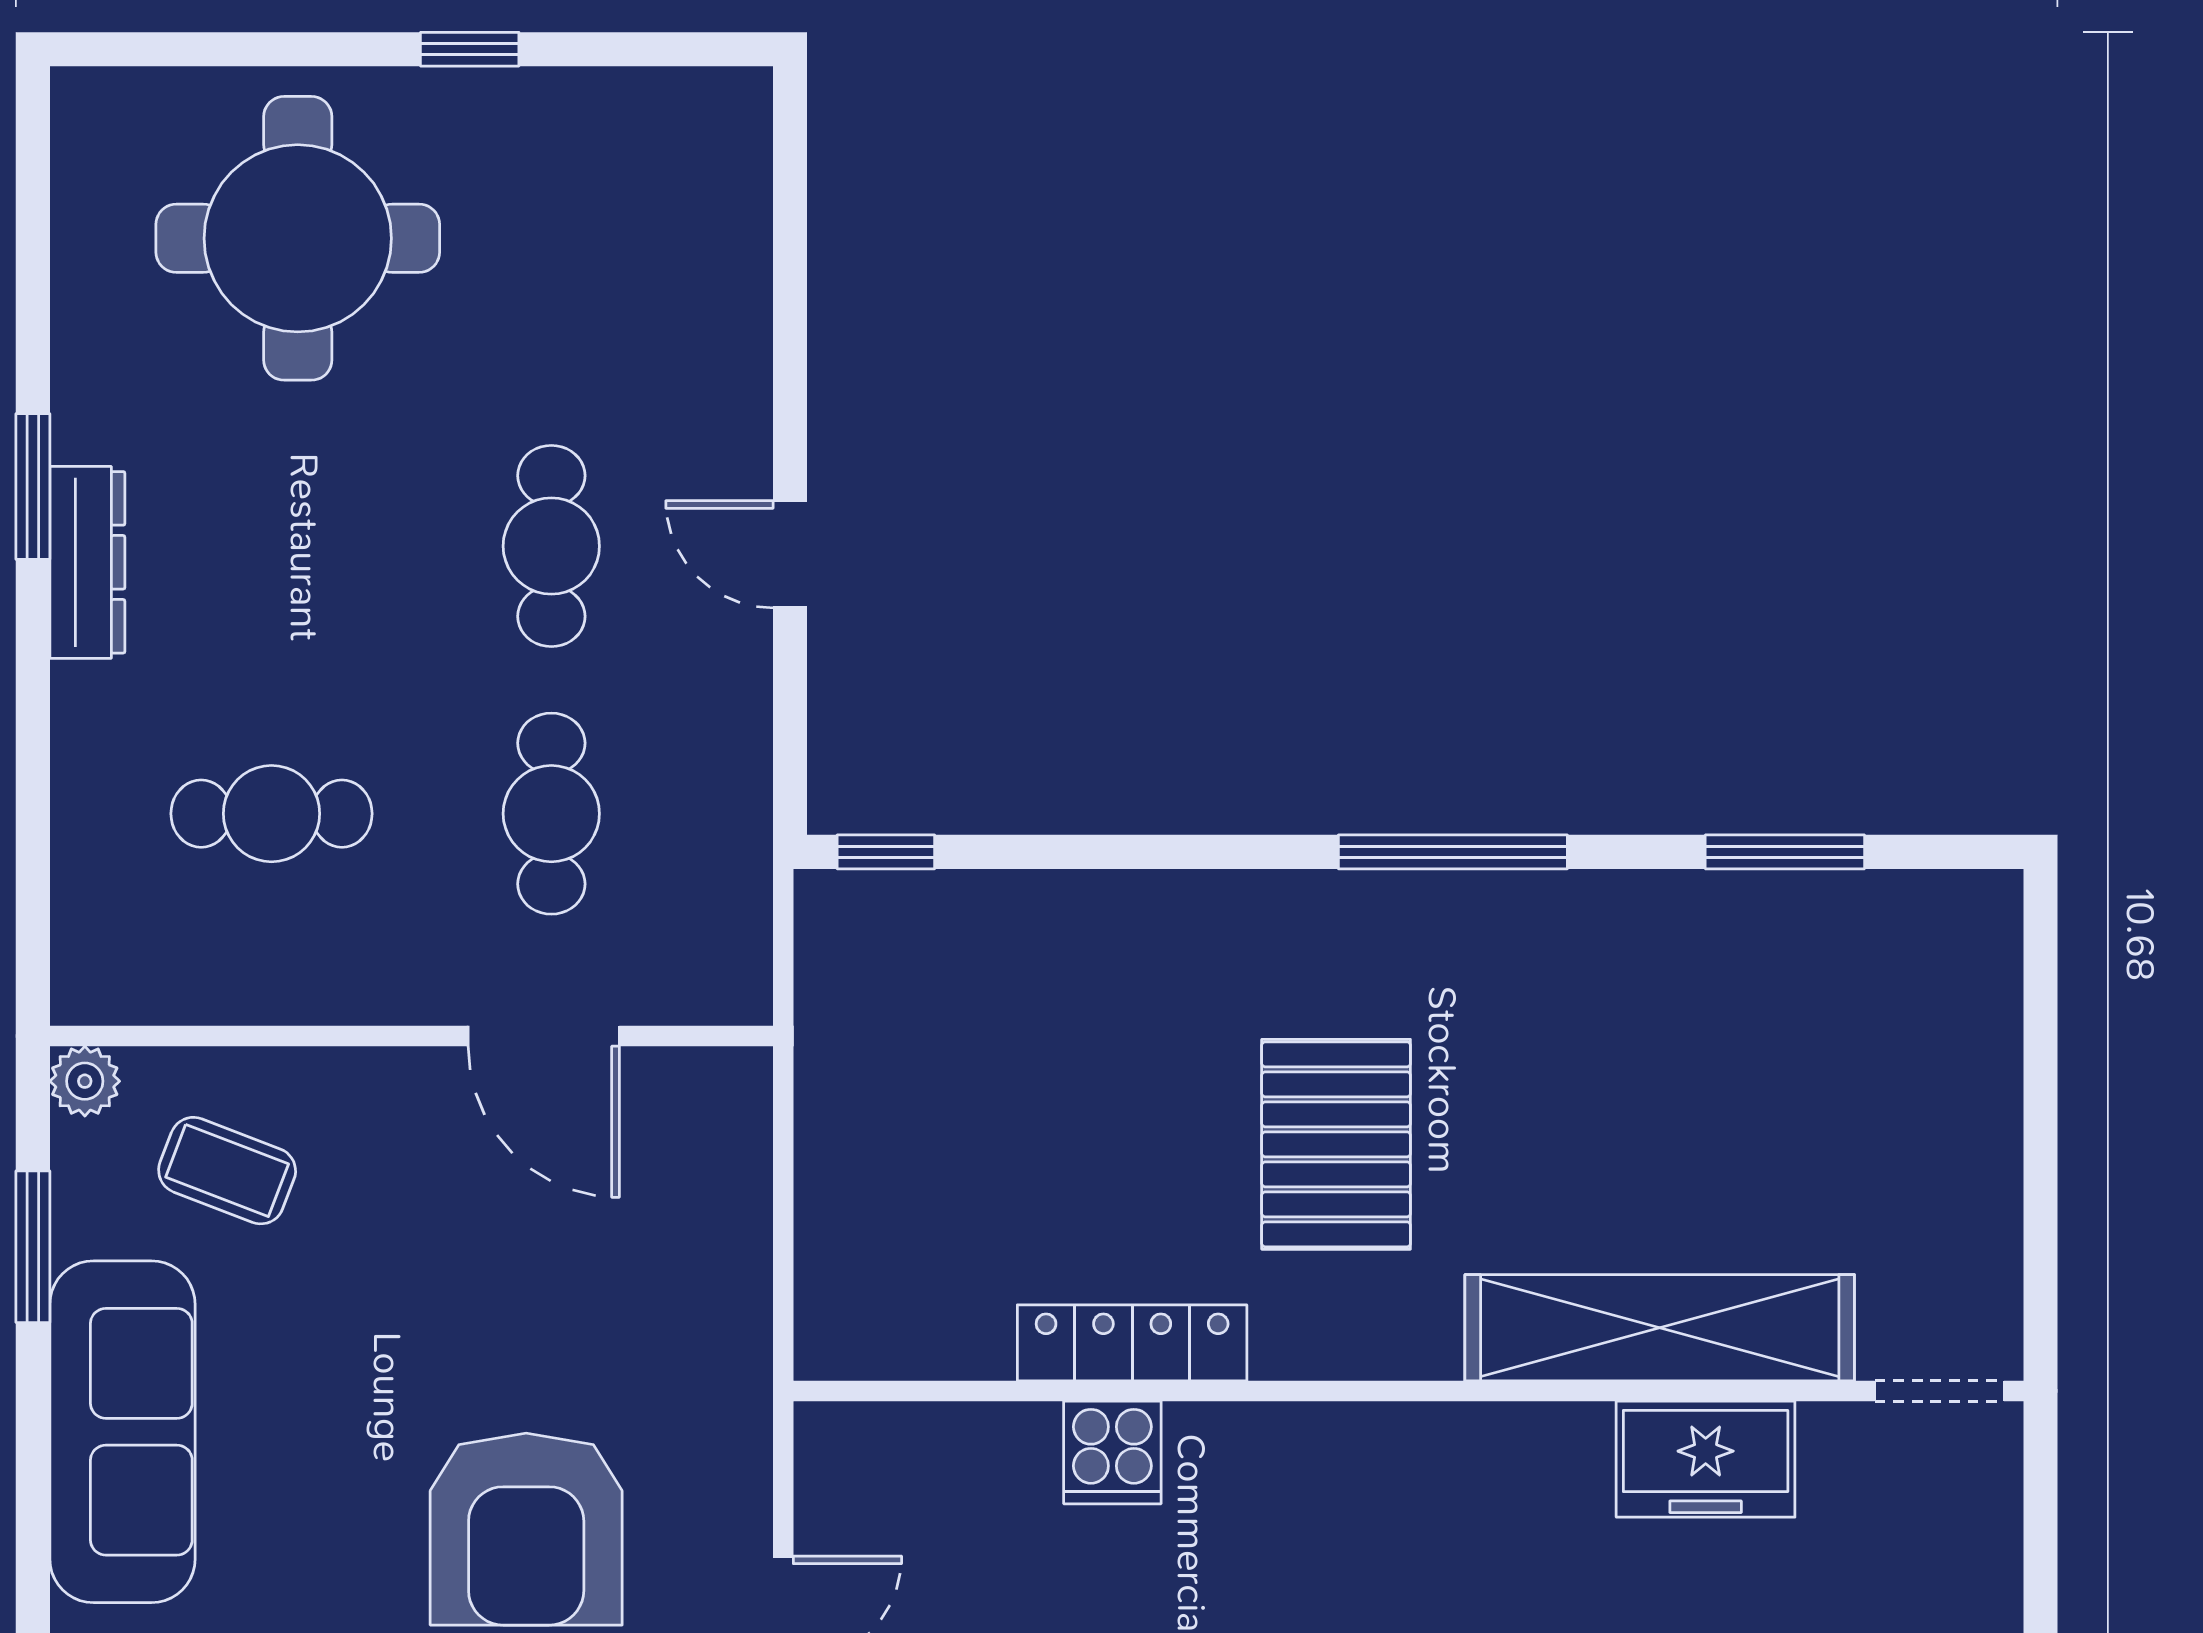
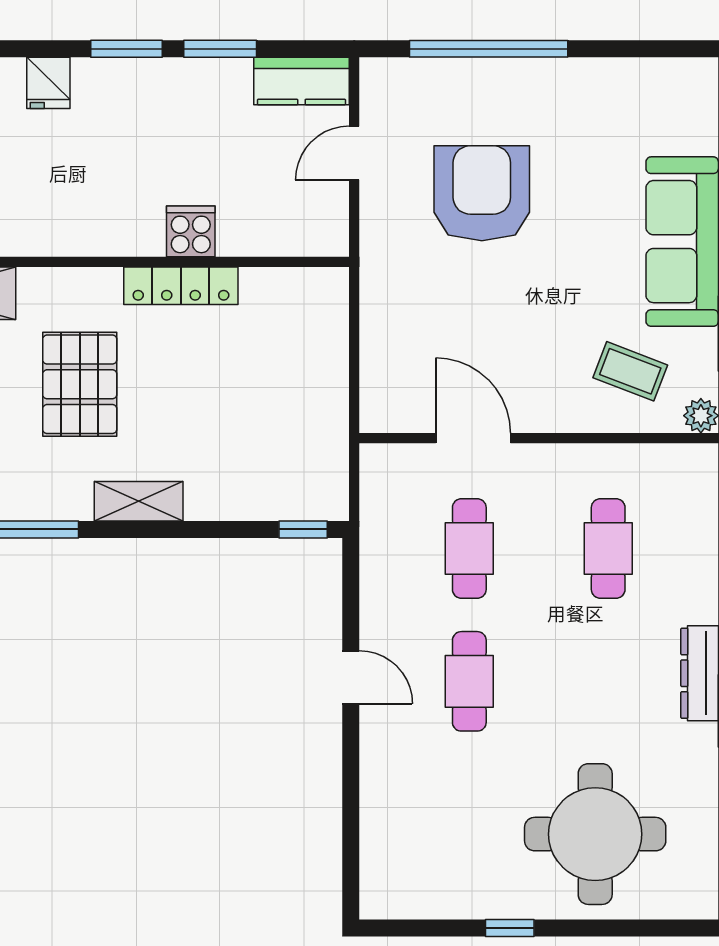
cafe table: (271, 814) -> (608, 548), turned 90
shelving: (1217, 909) -> (139, 501), added

